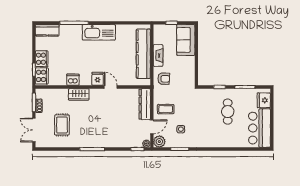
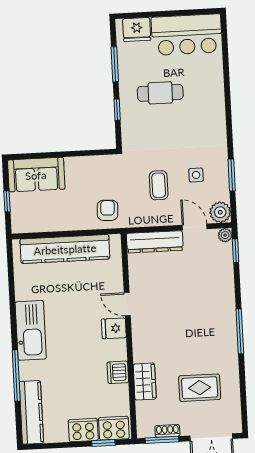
kitchen counter: (47, 30) -> (31, 412), width x1.50
fireplace: (158, 55) -> (67, 222), removed
door: (111, 87) -> (127, 304), hinge flipped
wardrobe: (79, 94) -> (145, 382), moved
coffee table: (166, 109) -> (159, 185), moved

